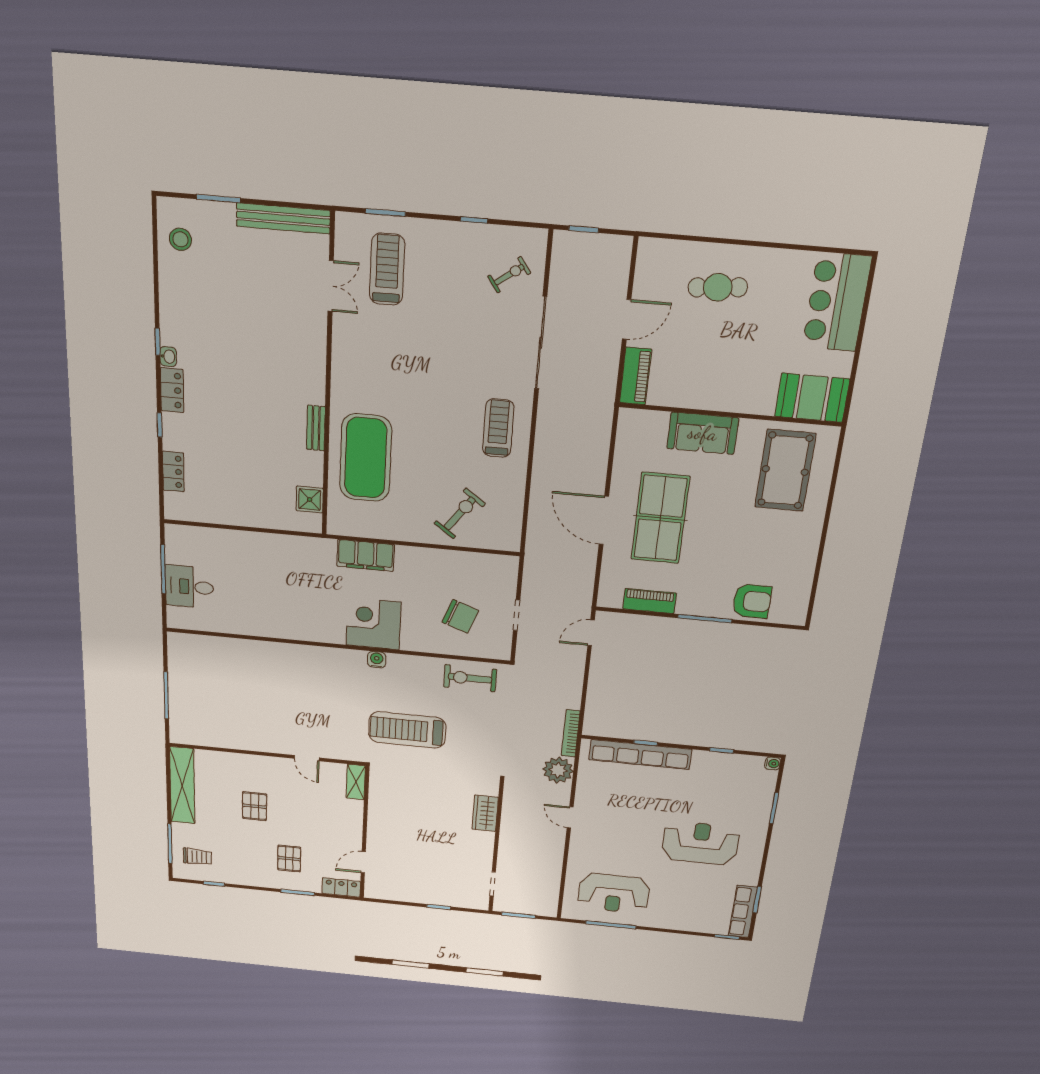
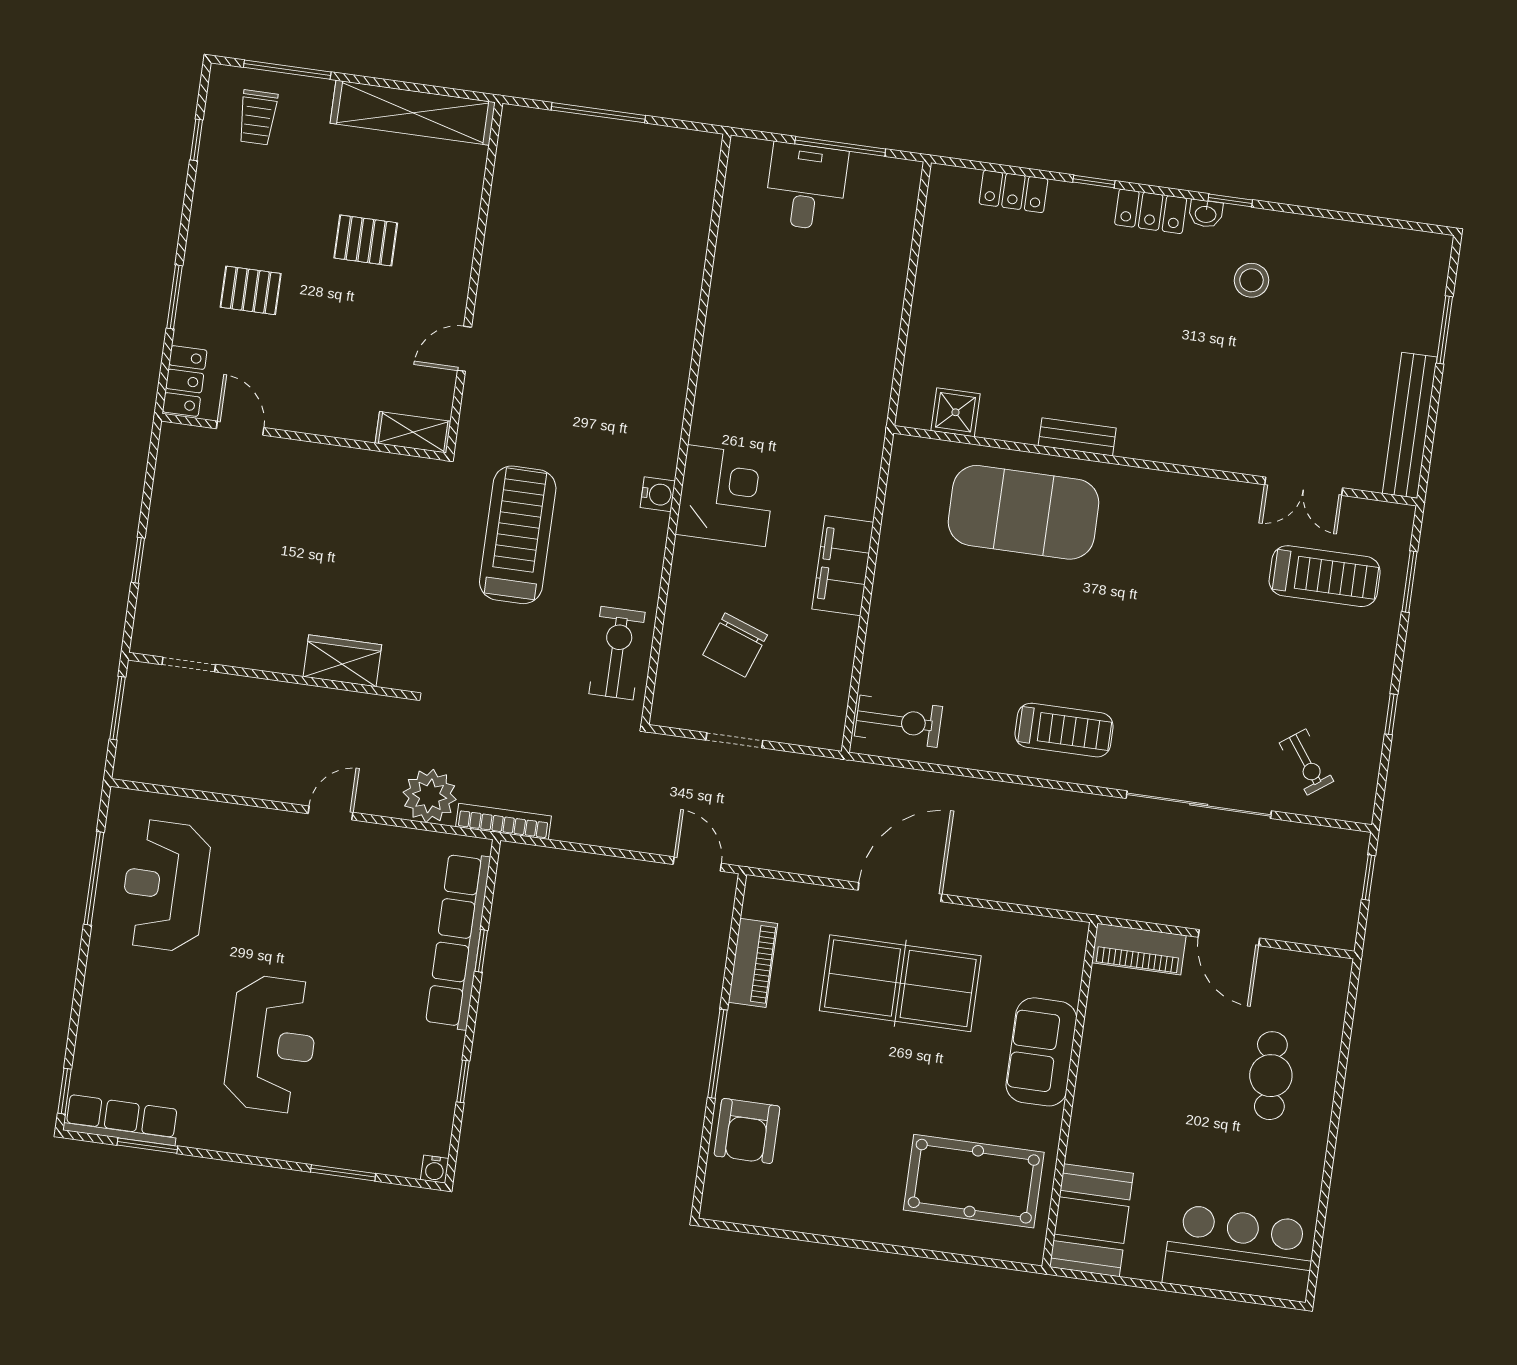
stool: (180, 239) -> (1251, 280), moved
exercise bike: (460, 513) -> (899, 721), moved, turned -36
filing cabinet: (366, 555) -> (843, 566), moved

